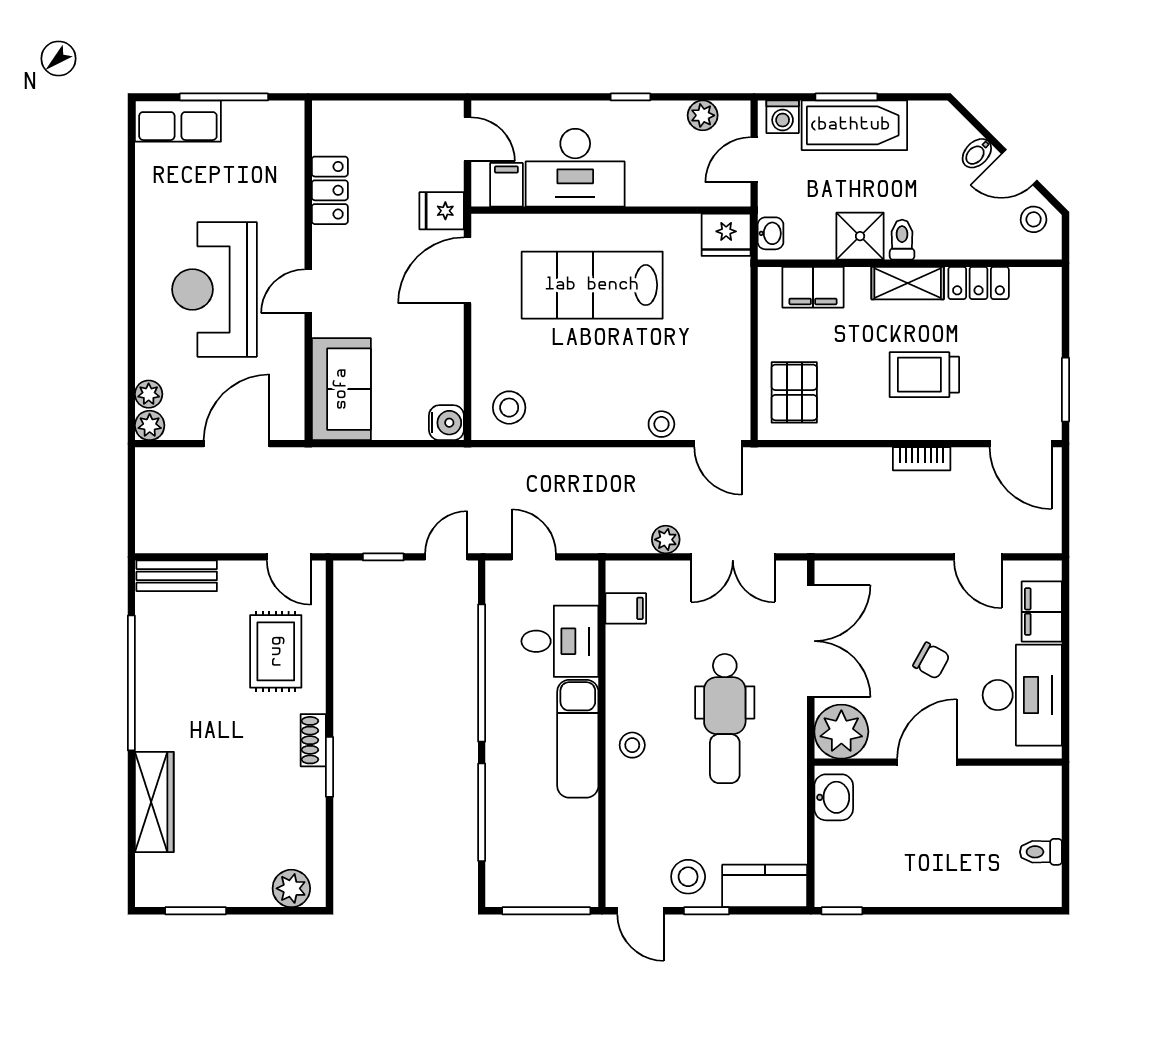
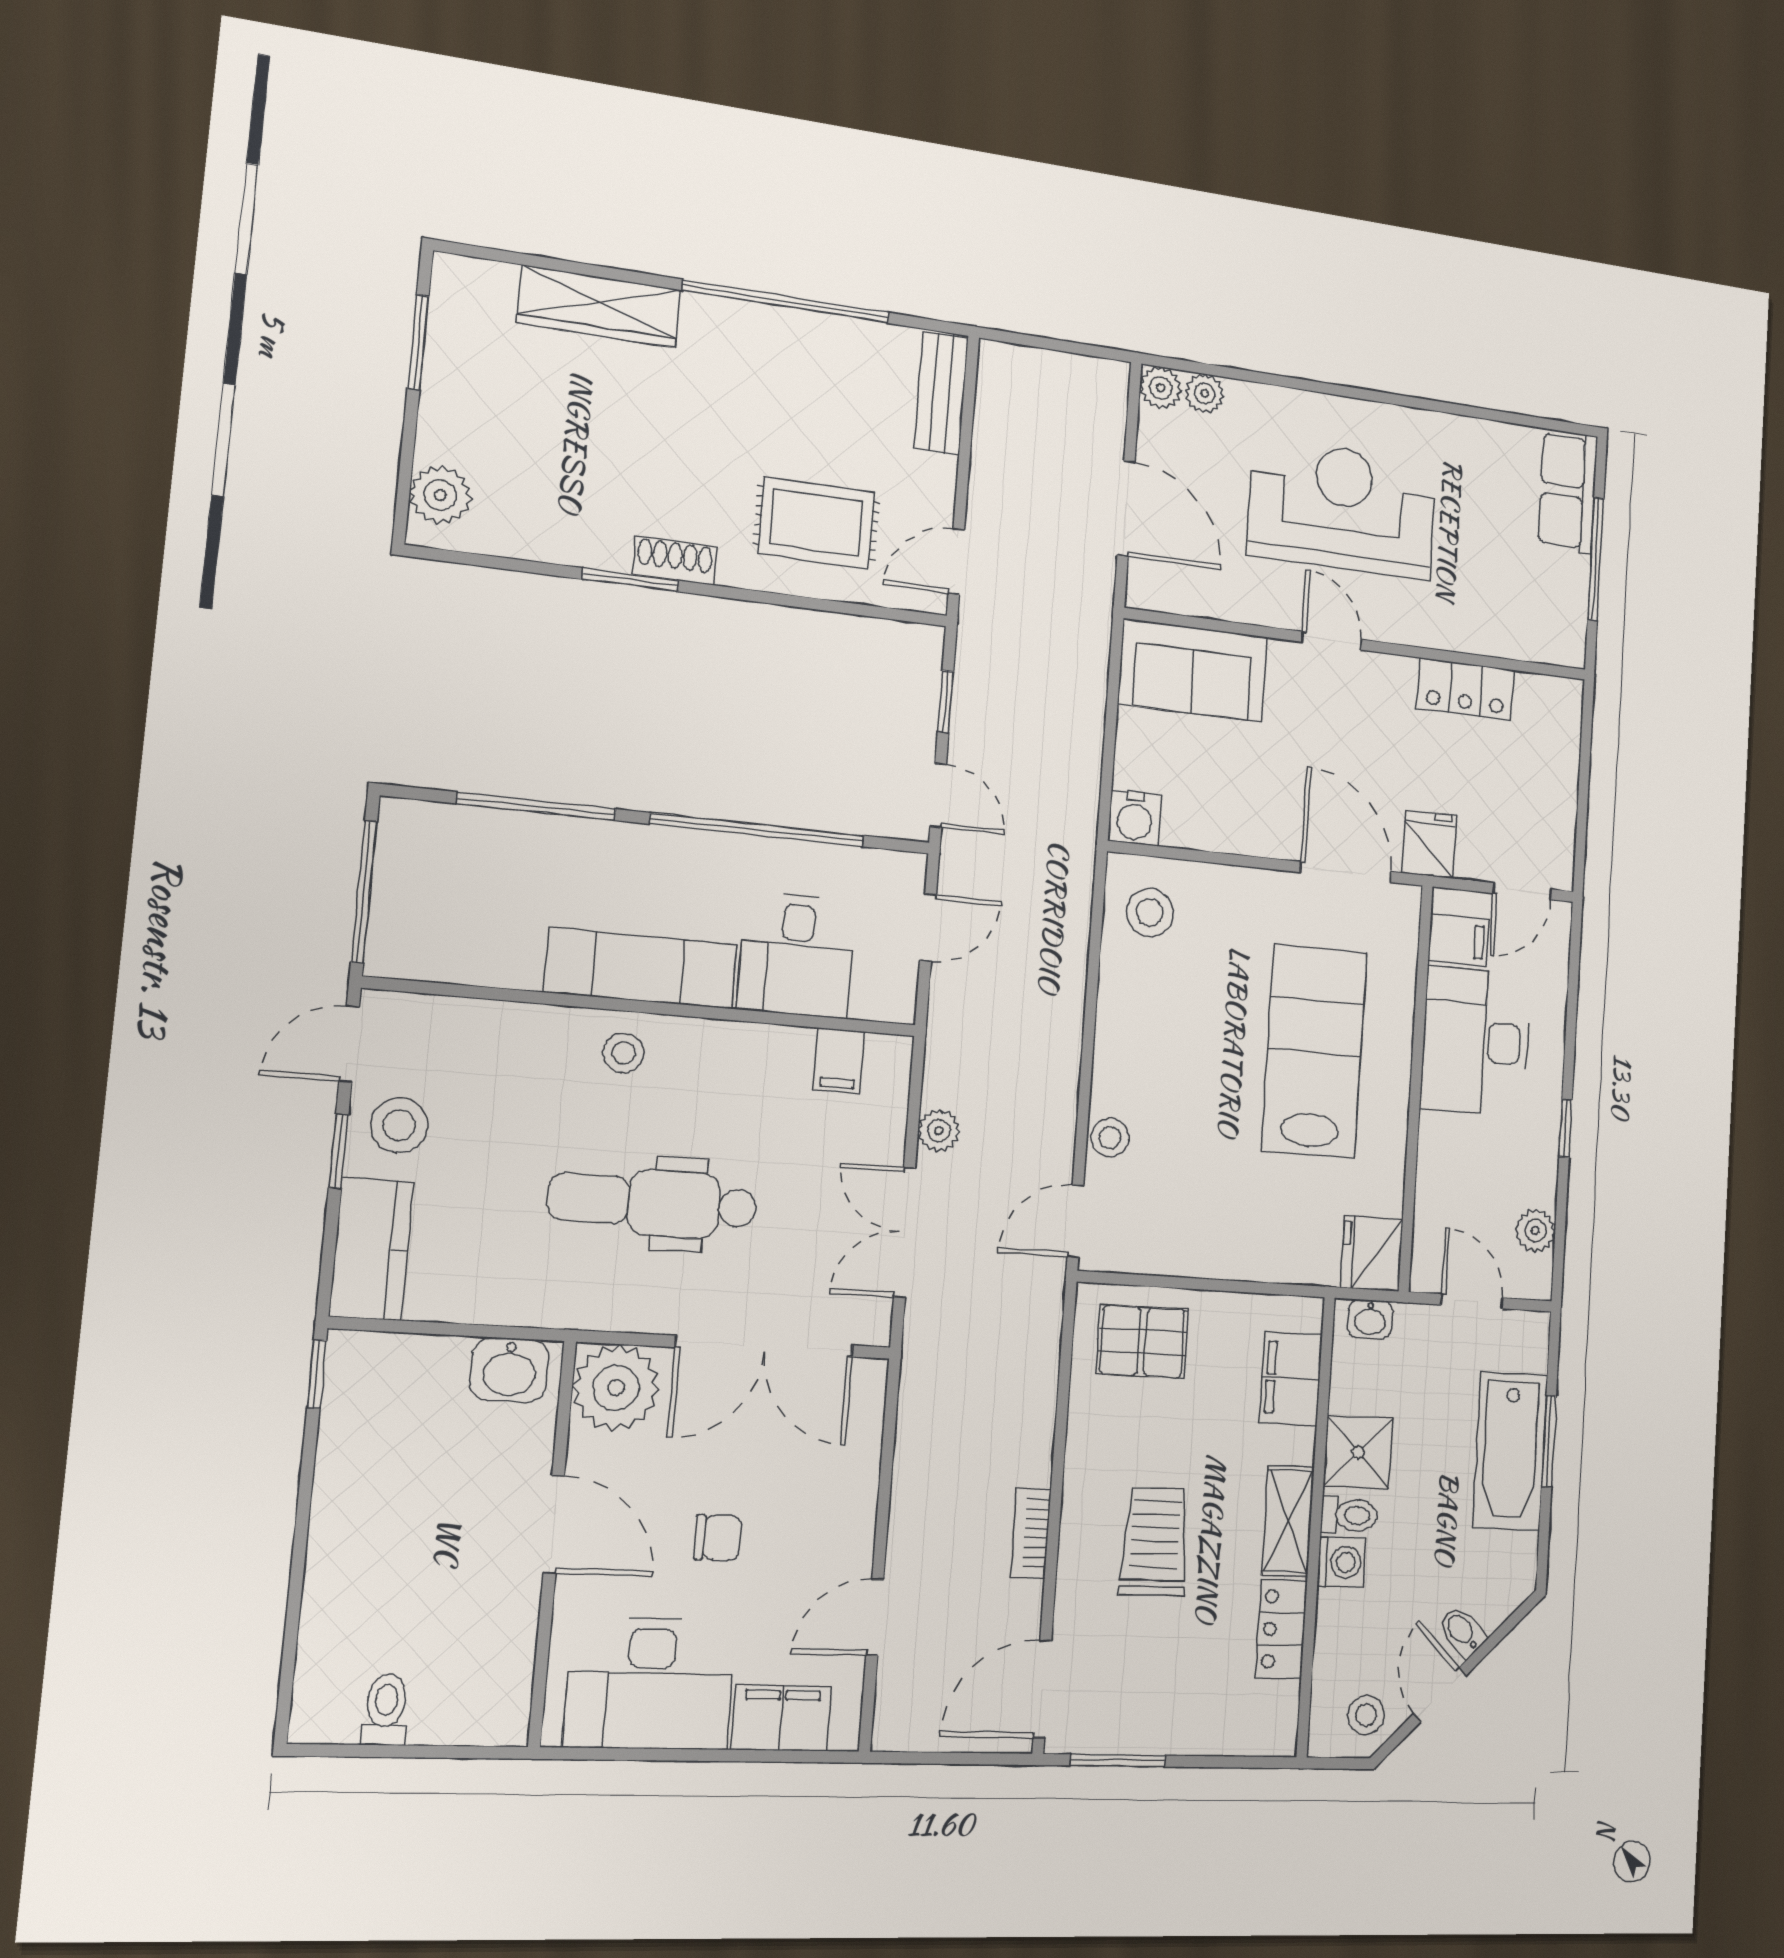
washing machine: (783, 117) -> (1341, 1562), moved, turned 180
chair: (931, 661) -> (718, 1538), turned -119

